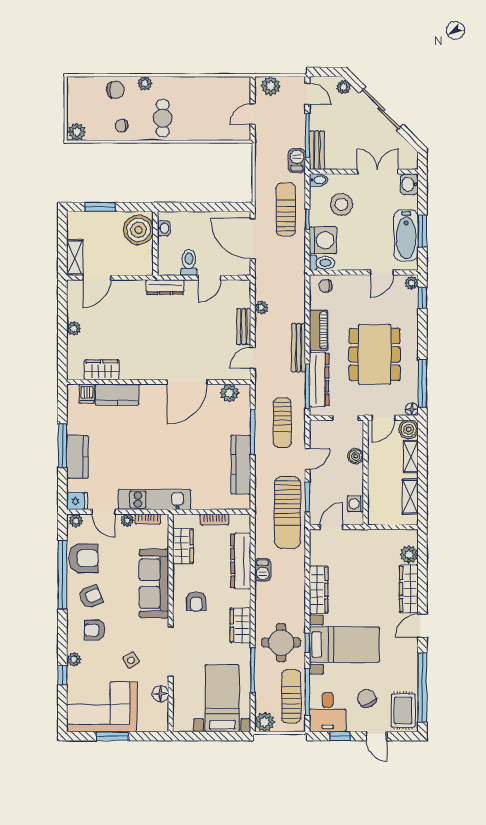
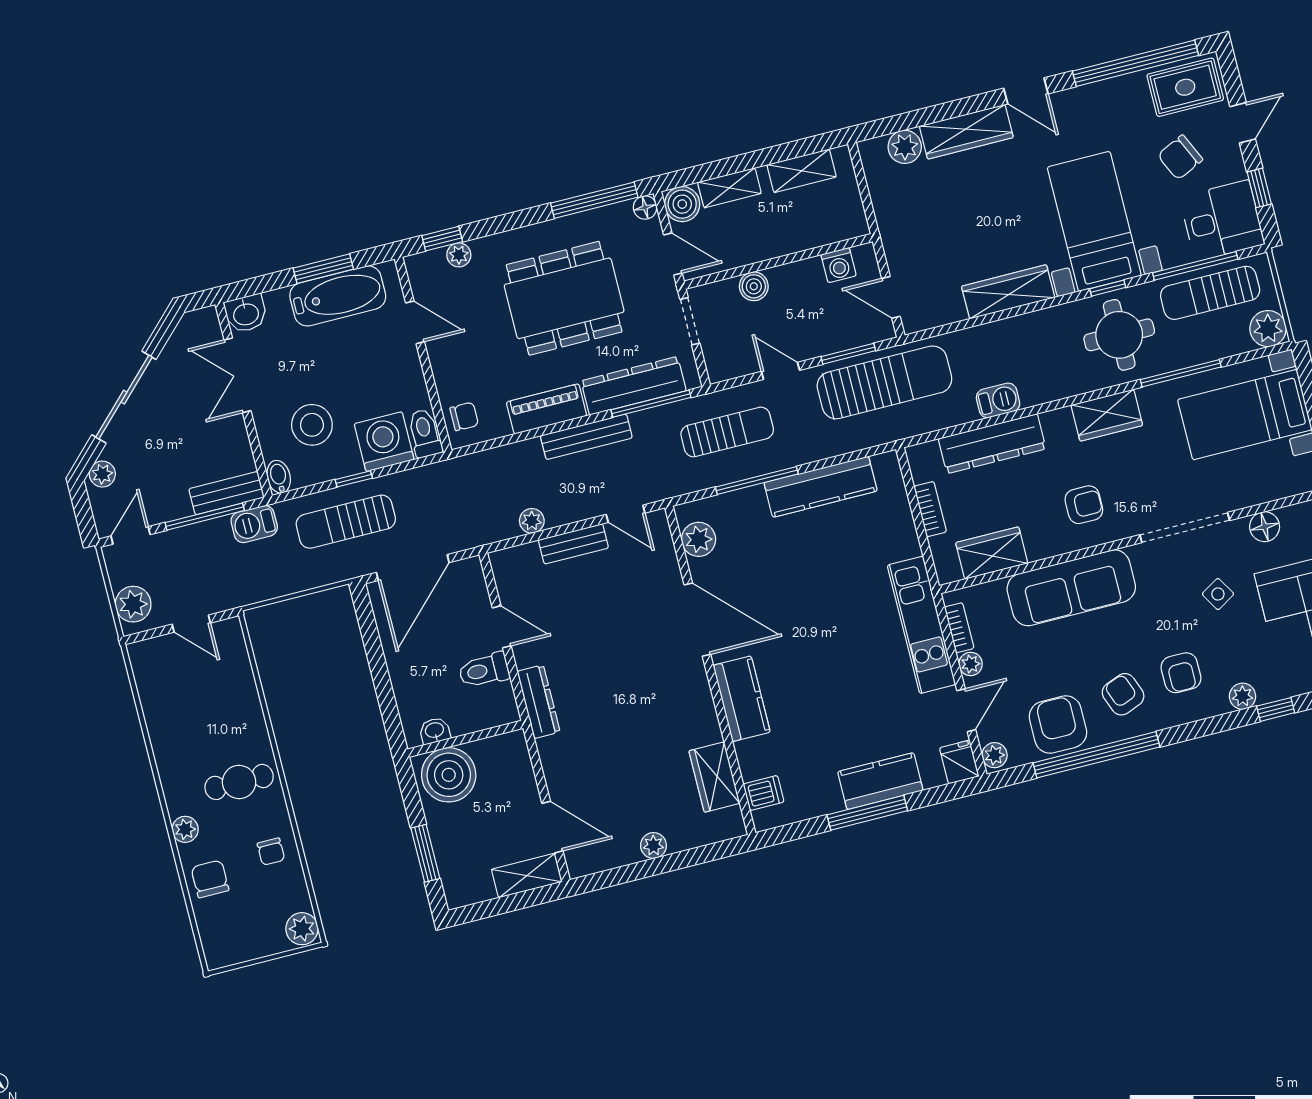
plant: (412, 283) -> (459, 255), moved
chair: (326, 286) -> (464, 416), turned -90
kitchen counter: (117, 395) -> (742, 699), moved

